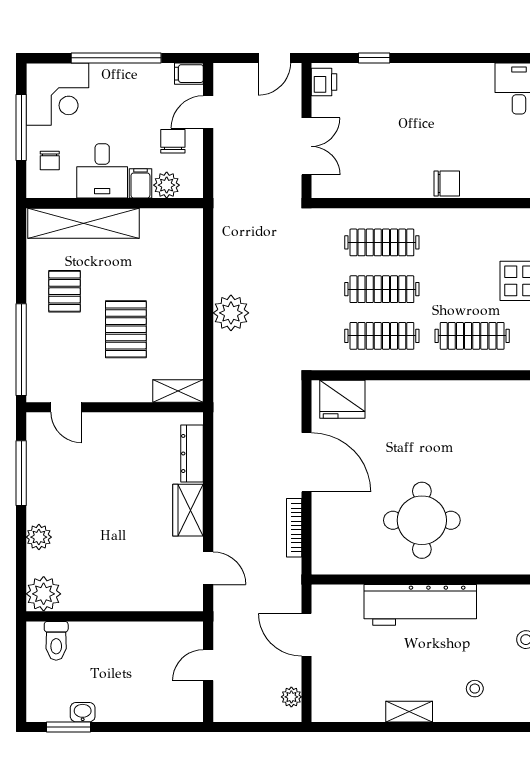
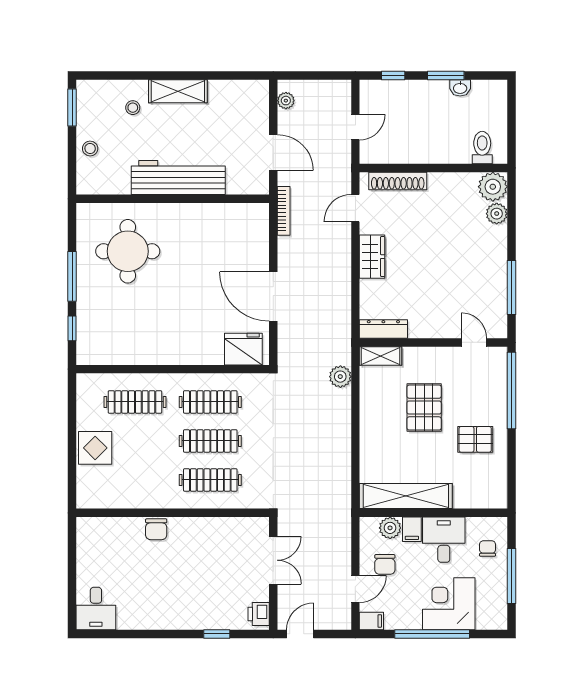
corner desk: (57, 94) -> (449, 604), moved
double door: (306, 146) -> (273, 560), swing flipped
chair: (447, 183) -> (156, 529), turned -90
shelving: (83, 223) -> (406, 496), moved
pallet: (65, 291) -> (475, 439), turned 90
plant: (231, 313) -> (340, 377), moved, width x0.73, depth x0.73
dresser: (192, 453) -> (383, 329), moved, turned -90
round table: (422, 520) -> (128, 251), moved
bookcase: (294, 528) -> (284, 211), moved
plant: (39, 537) -> (497, 214), moved
door: (208, 568) -> (355, 208), hinge flipped
shoe rack: (157, 601) -> (398, 181), added
shelving: (409, 712) -> (178, 91), width x1.50, depth x1.33
window: (68, 727) -> (446, 75), moved
window: (163, 727) -> (393, 75), added

